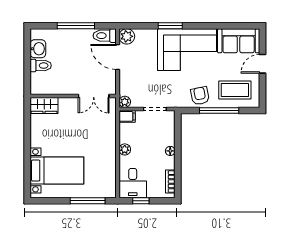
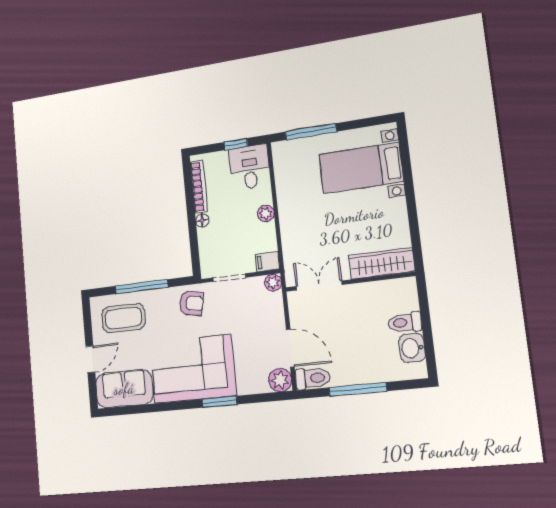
armchair: (200, 96) -> (191, 303), moved, turned -68
wardrobe: (44, 106) -> (381, 263), width x1.50
bookcase: (170, 182) -> (199, 187), width x1.56

